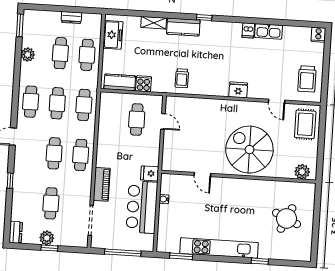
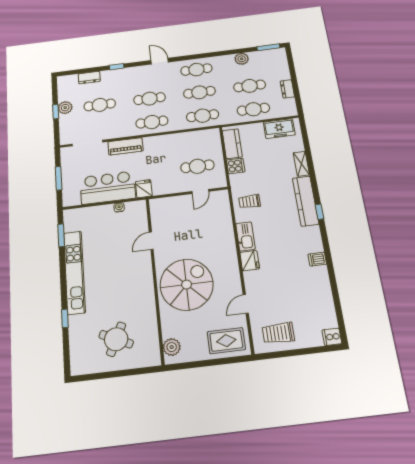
kitchen counter: (183, 27) -> (306, 201), width x1.50
kitchen sink: (269, 31) -> (245, 236), moved, turned 180
dresser: (16, 232) -> (89, 78), moved
window: (123, 253) -> (59, 178), width x0.69

